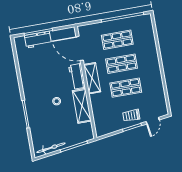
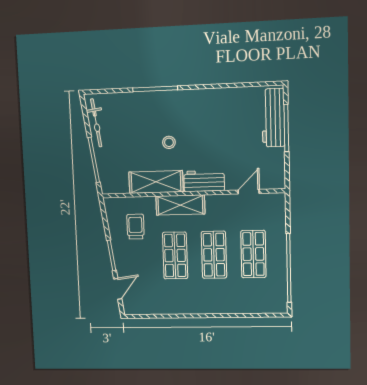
workbench: (38, 40) -> (273, 118), width x1.38
door: (80, 48) -> (249, 192), width x0.53
shelving: (92, 78) -> (180, 205), moved
trolley: (131, 115) -> (135, 227), moved
door: (153, 121) -> (118, 289), swing flipped

